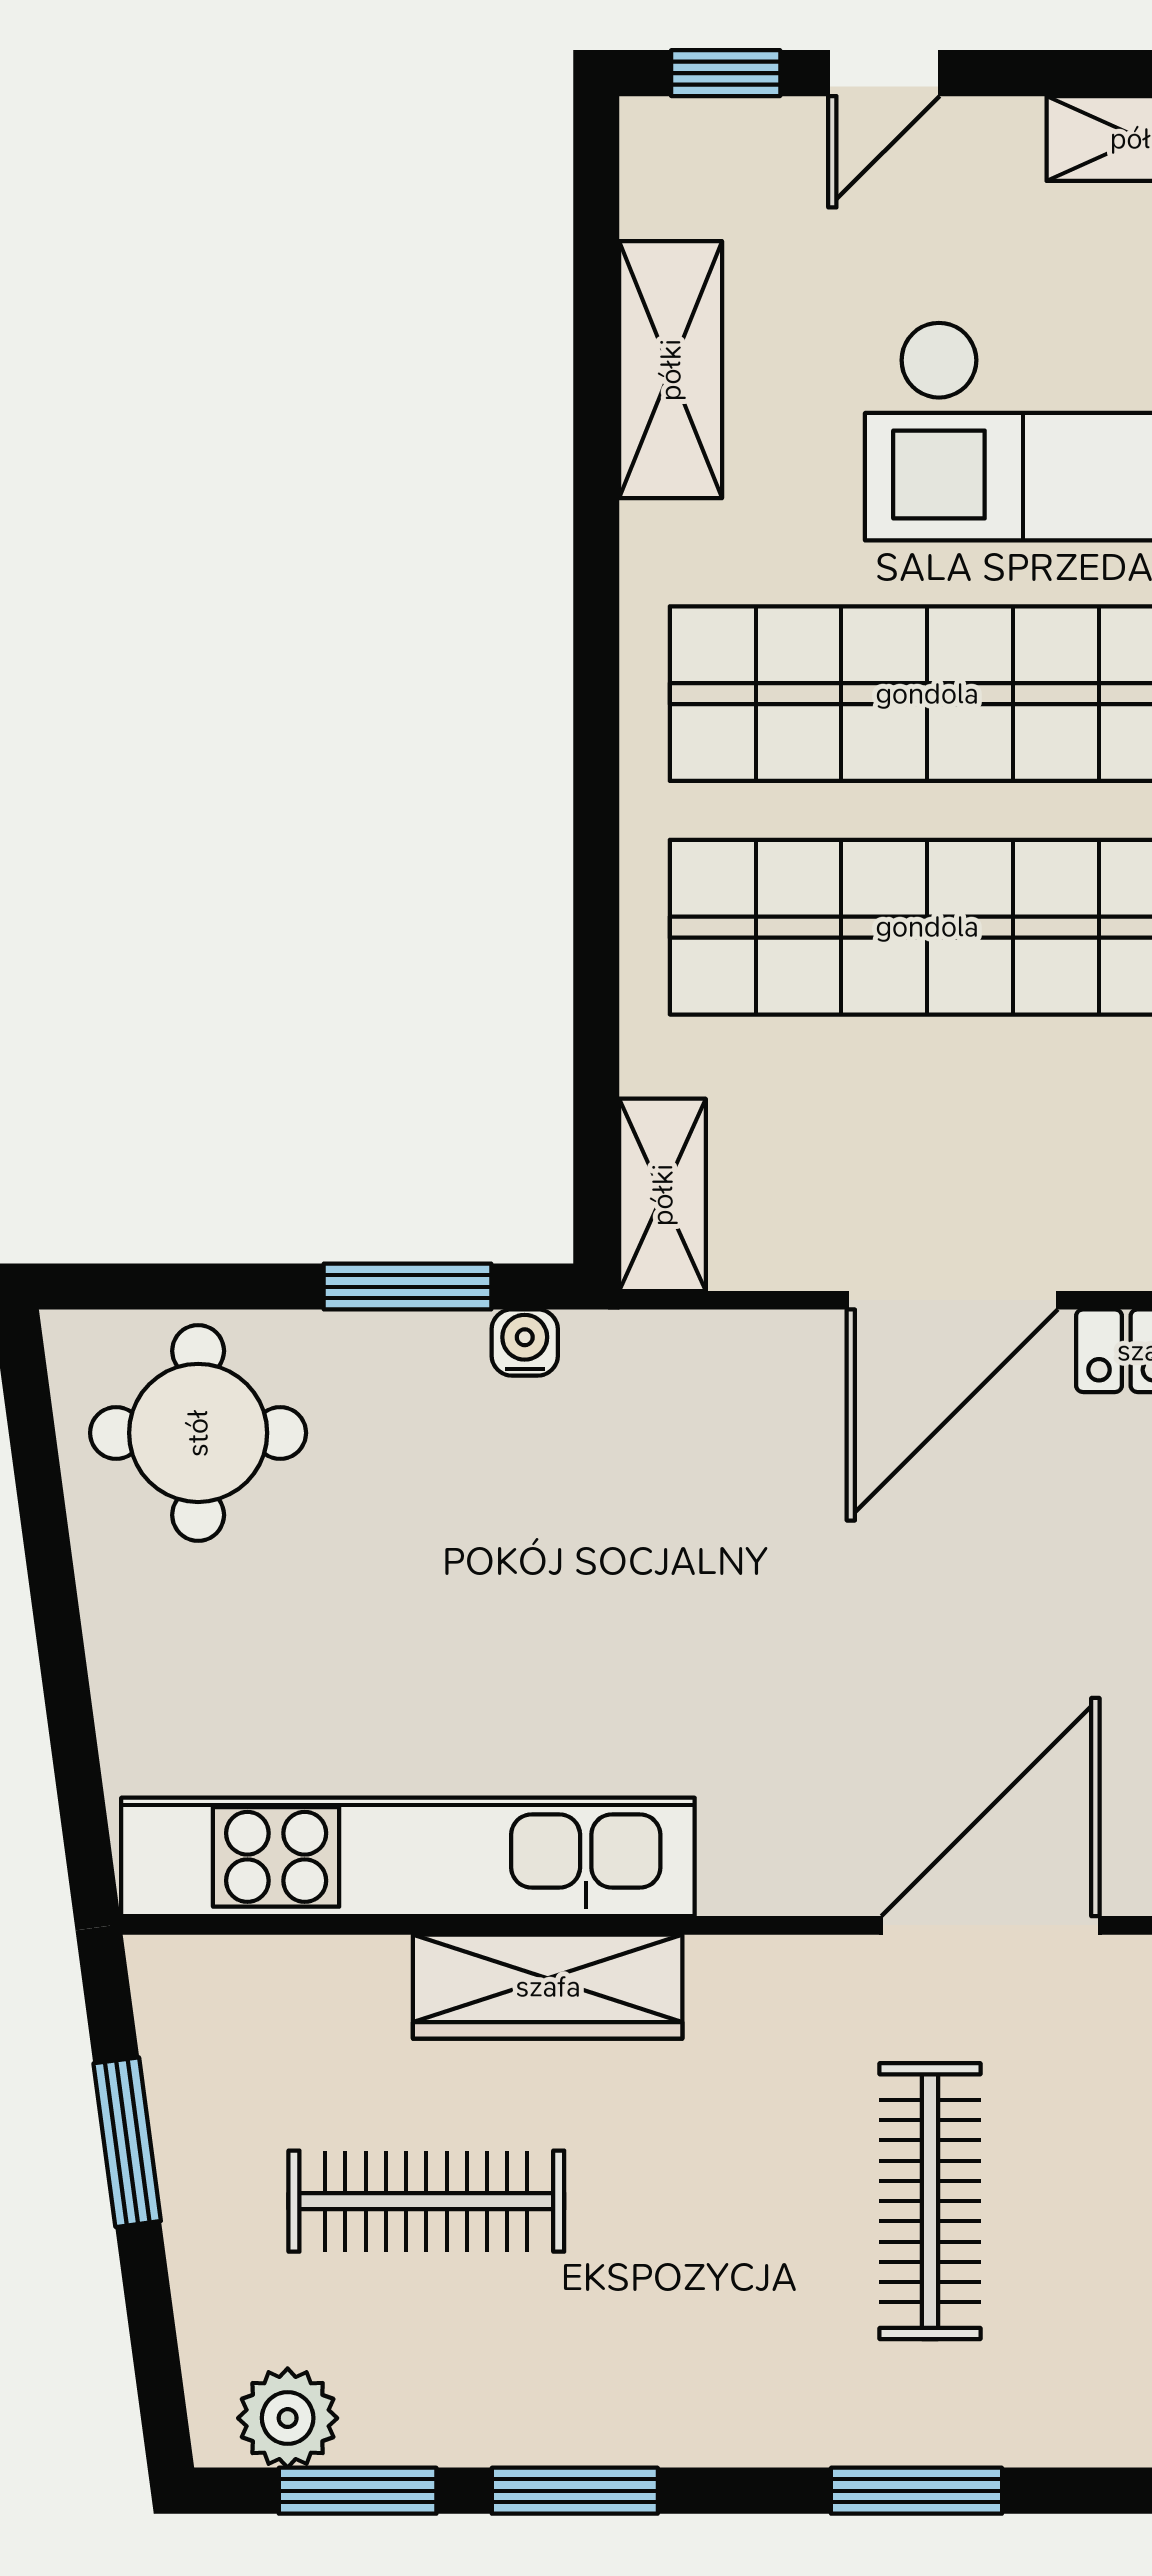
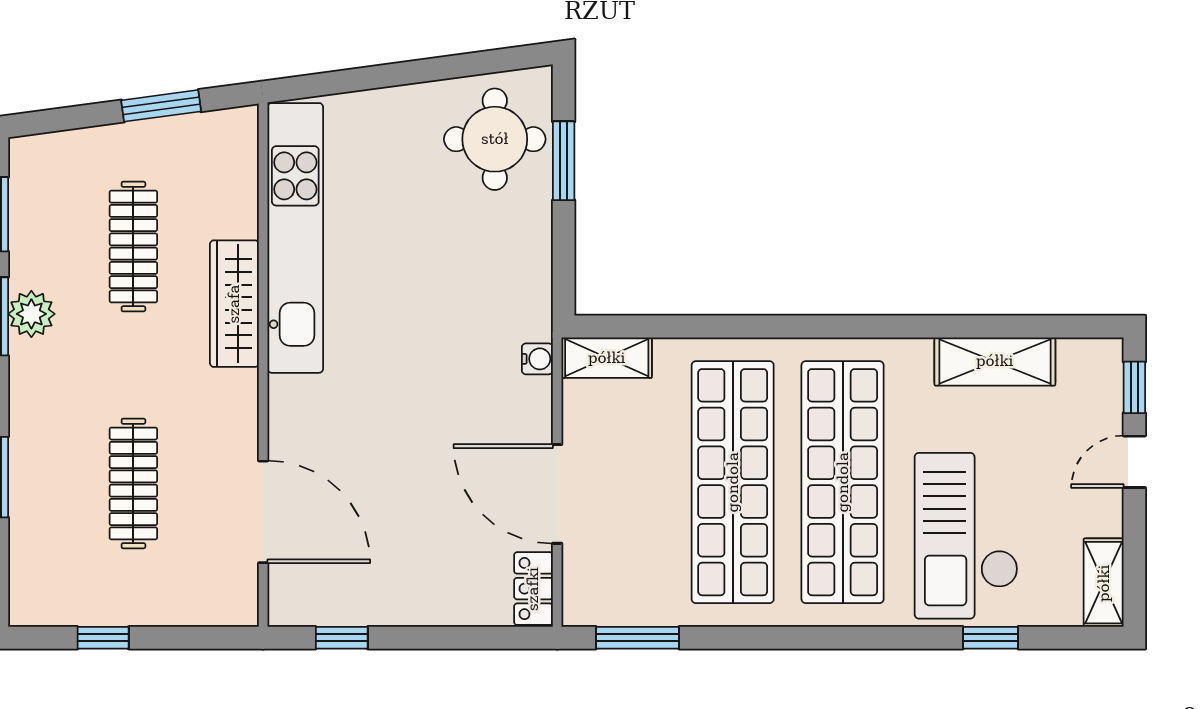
door: (884, 73) -> (1134, 462), hinge flipped
window: (407, 1287) -> (564, 161), moved
water cooler: (525, 1343) -> (537, 359), moved
clothes rail: (930, 2201) -> (133, 483), turned 90
plant: (288, 2418) -> (31, 314), moved

